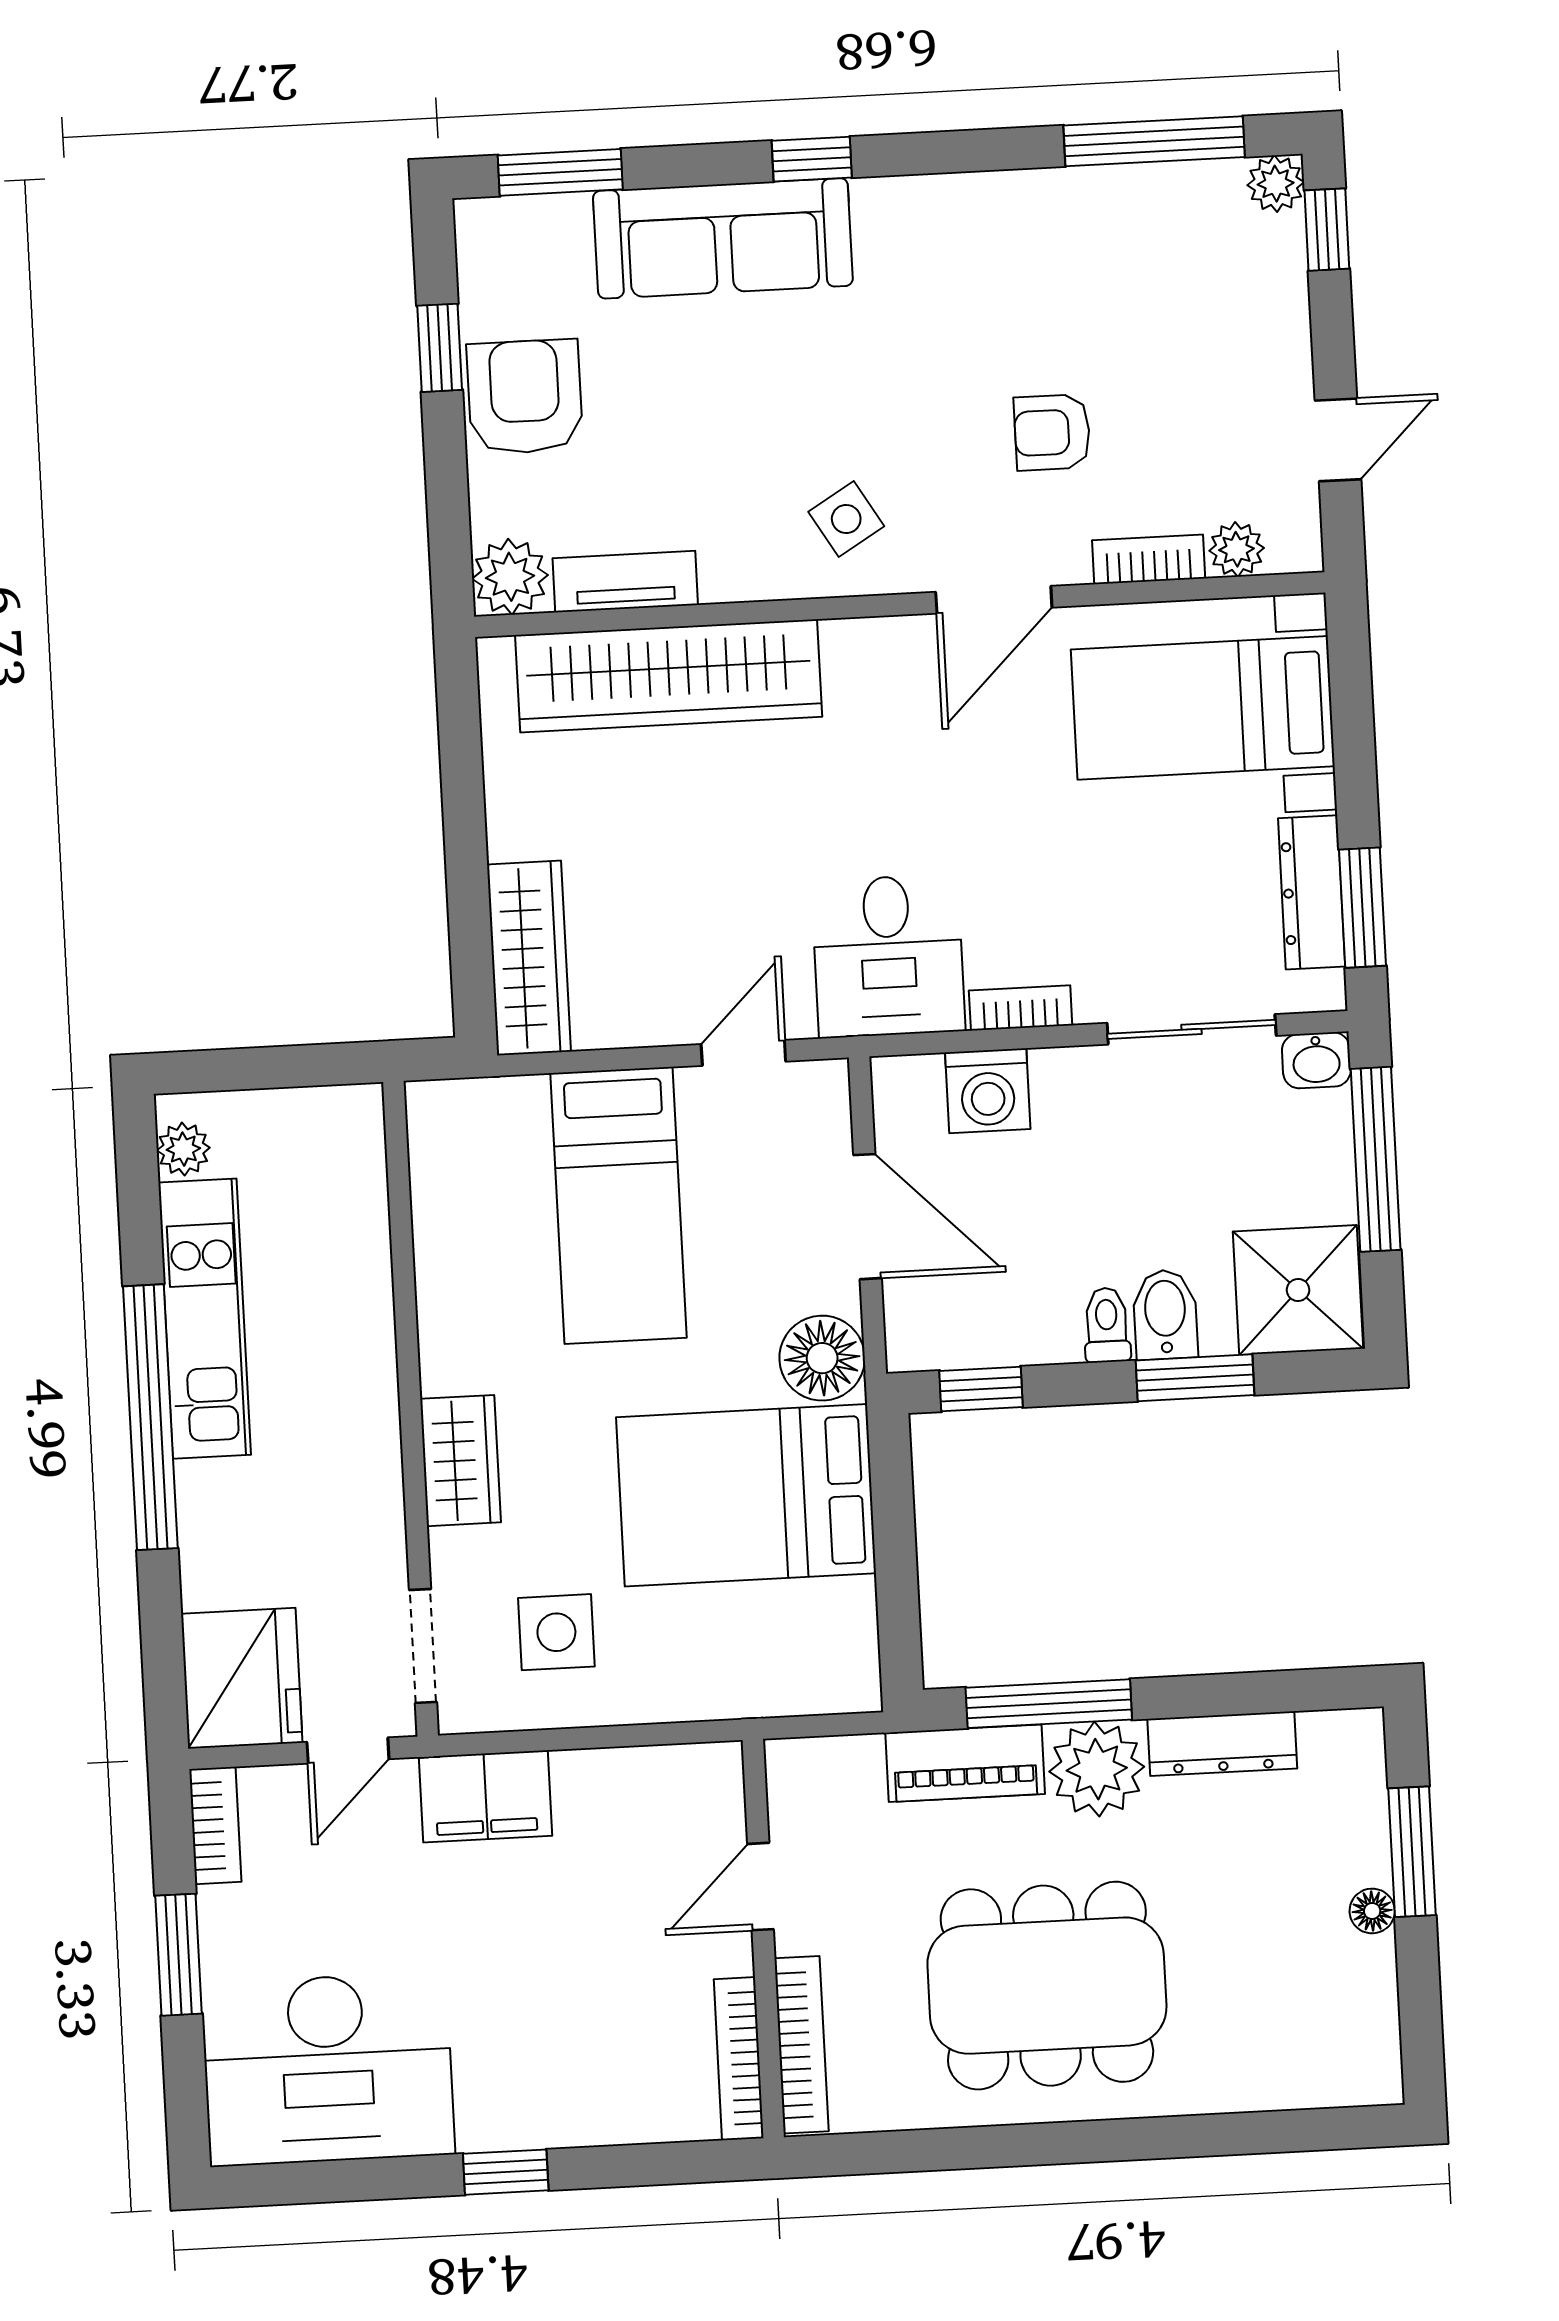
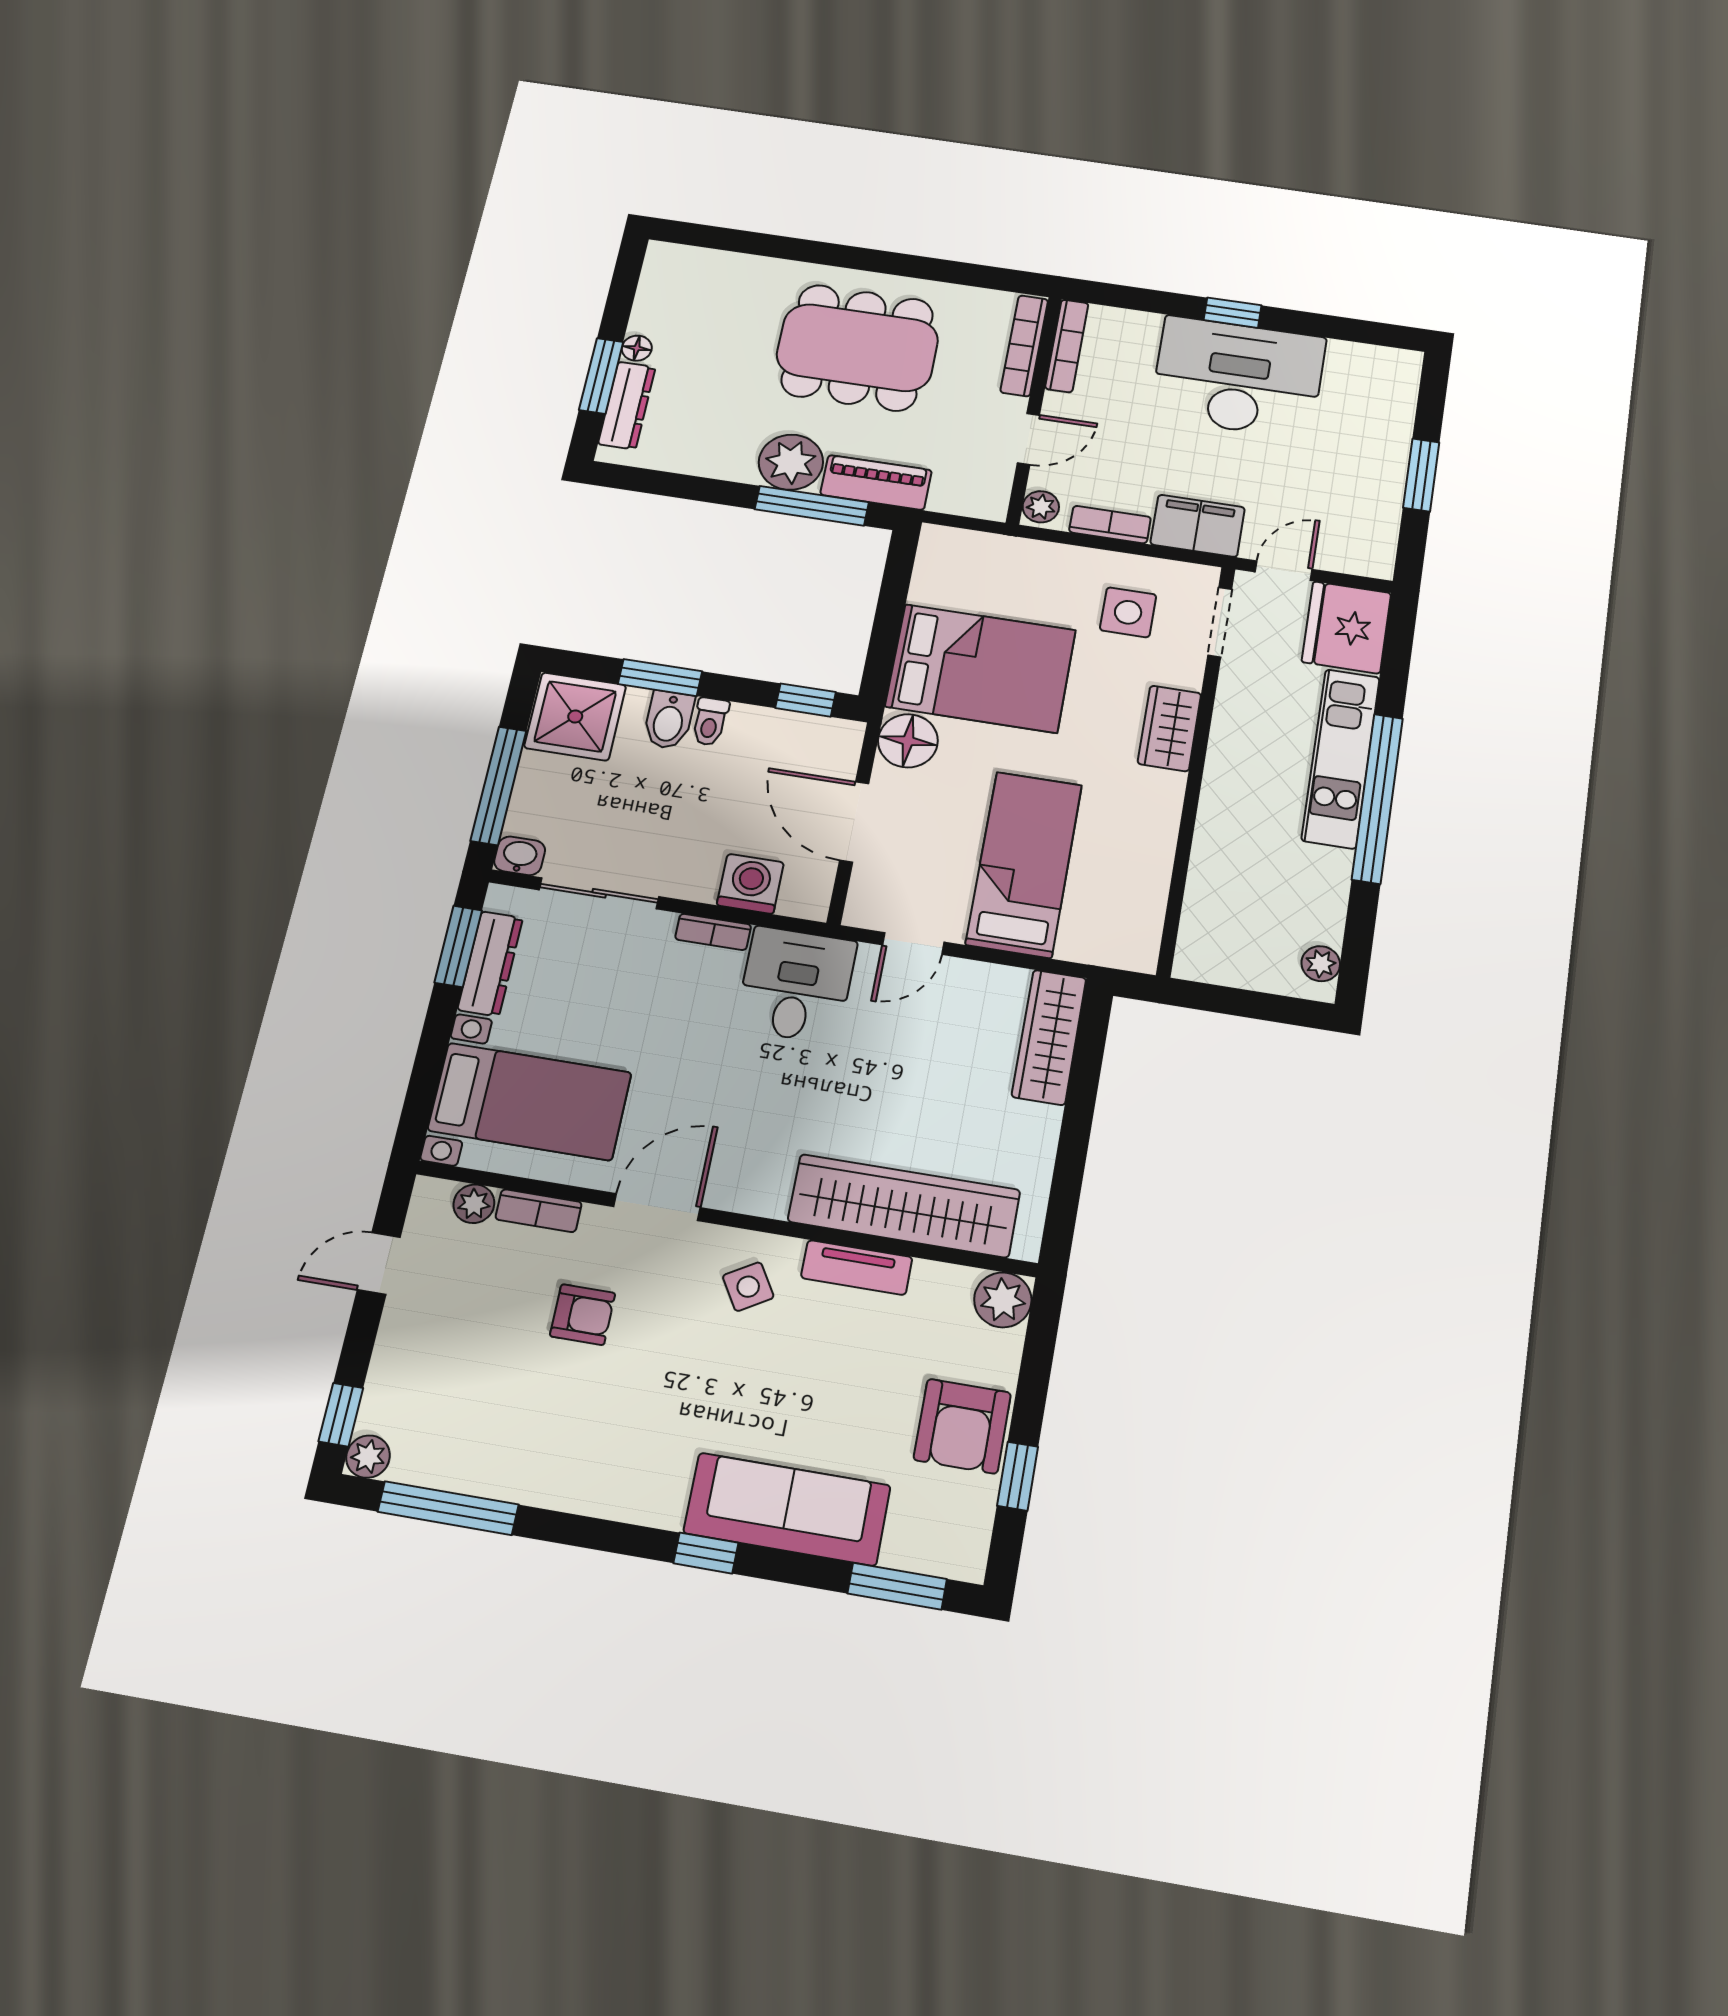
tv unit: (625, 582) -> (857, 1268), moved
kitchen unit: (205, 1319) -> (1341, 758), moved
dresser: (1222, 1744) -> (627, 406), moved, turned 90
plant: (718, 1777) -> (1041, 507), added
bookcase: (215, 1825) -> (1110, 525), moved, turned 90
desk: (328, 2069) -> (1238, 377), moved

